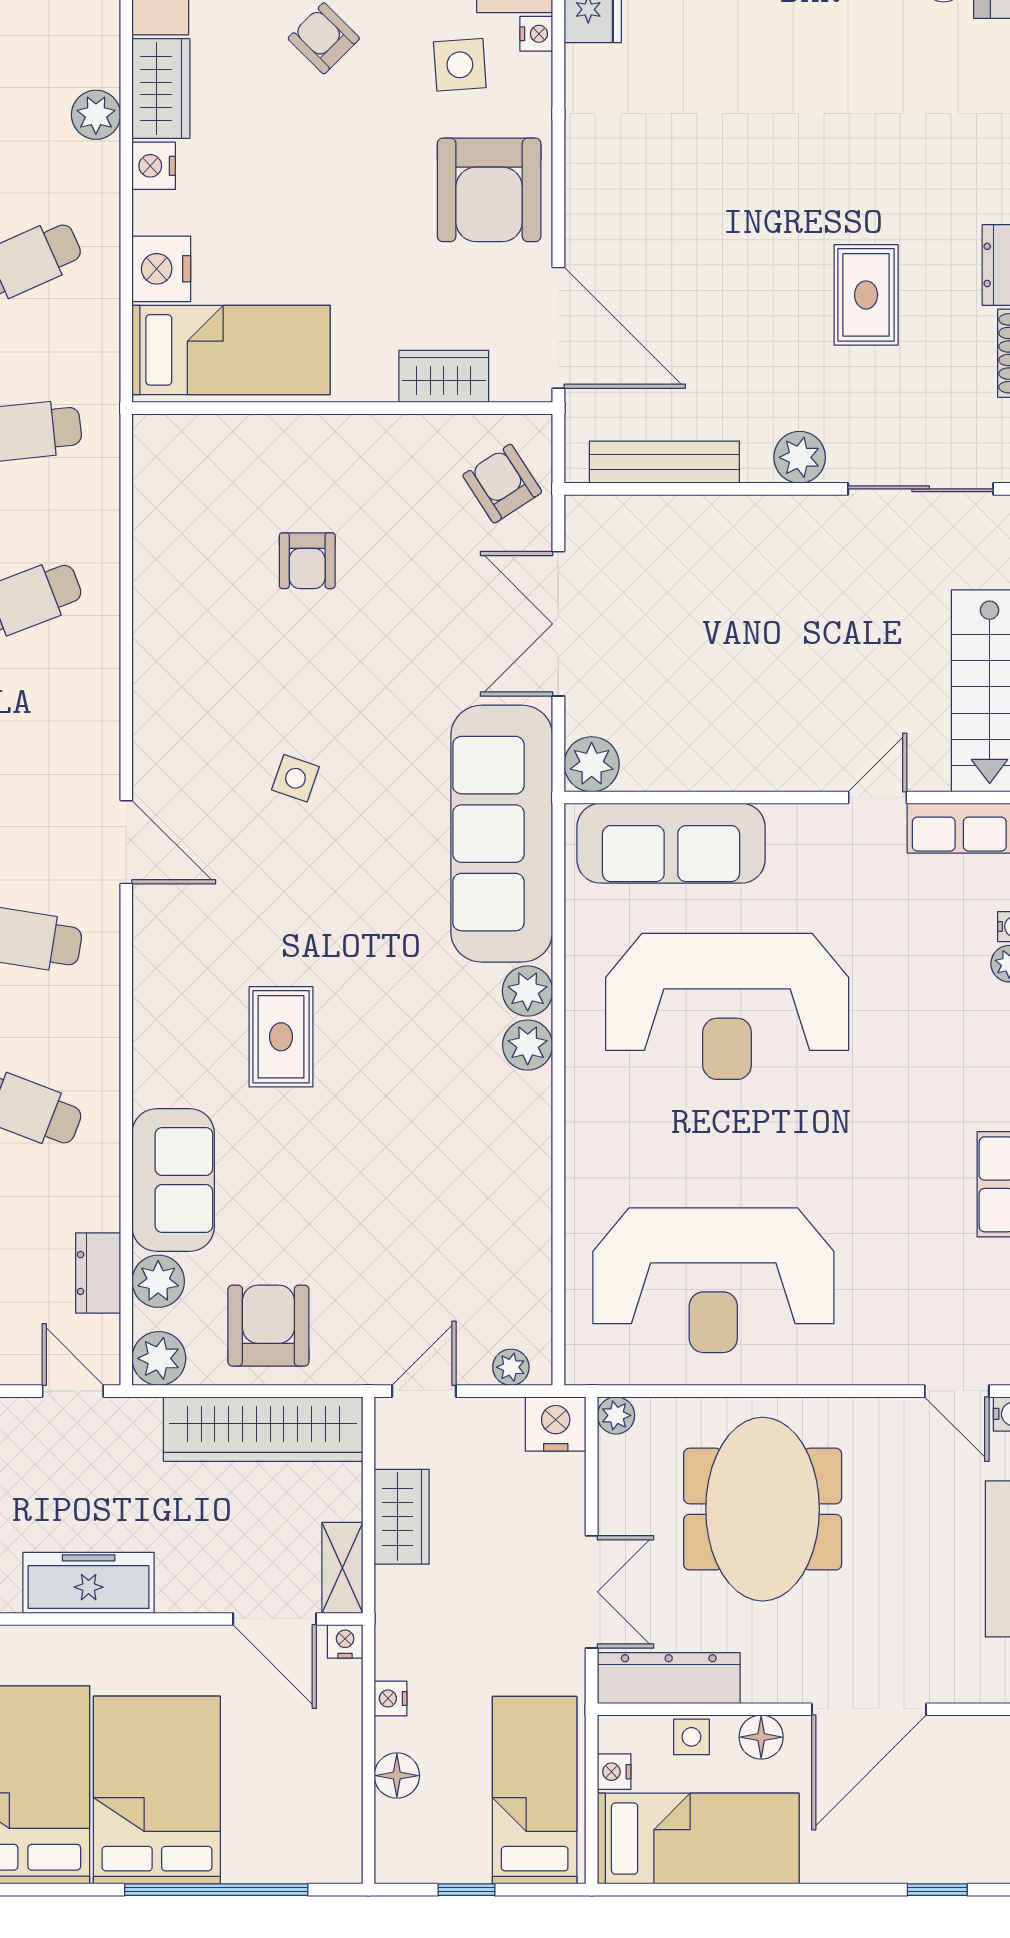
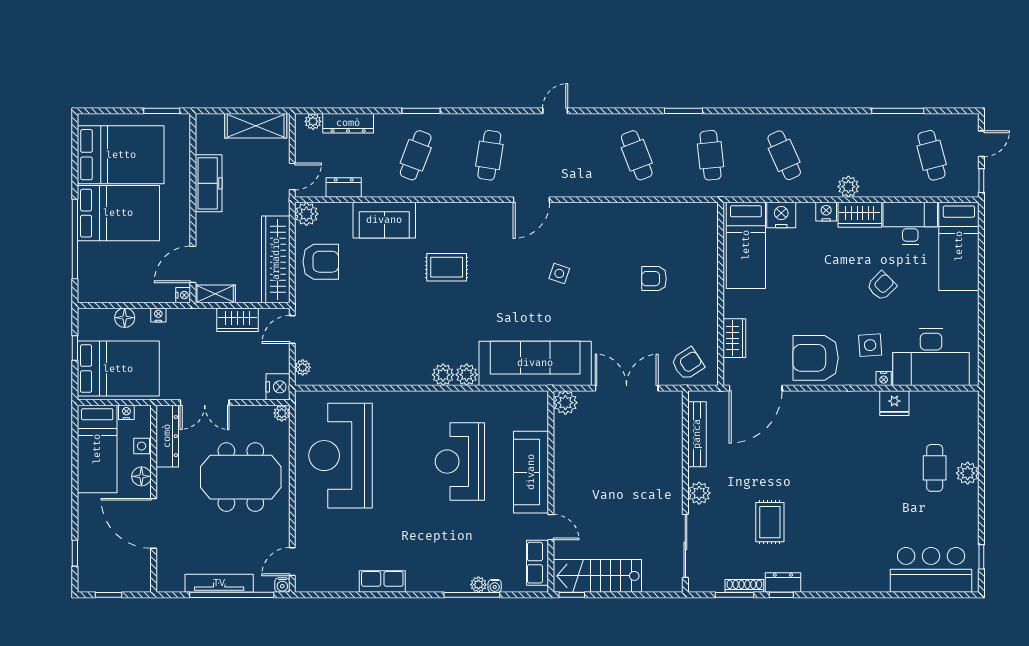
rug: (866, 295) -> (770, 522), turned 90
sofa: (671, 843) -> (531, 472), moved
reception desk: (727, 1006) -> (460, 462), width x0.74, depth x0.77
plant: (158, 1281) -> (340, 214), removed
door: (424, 1391) -> (292, 329), swing flipped
bed: (535, 1790) -> (118, 369), width x1.50

